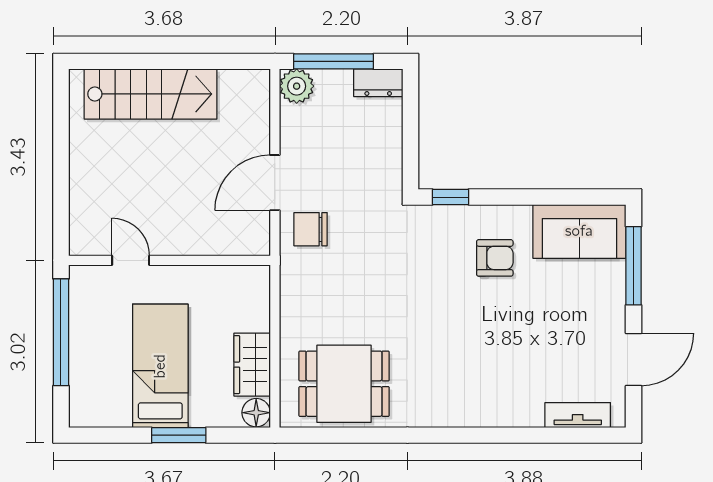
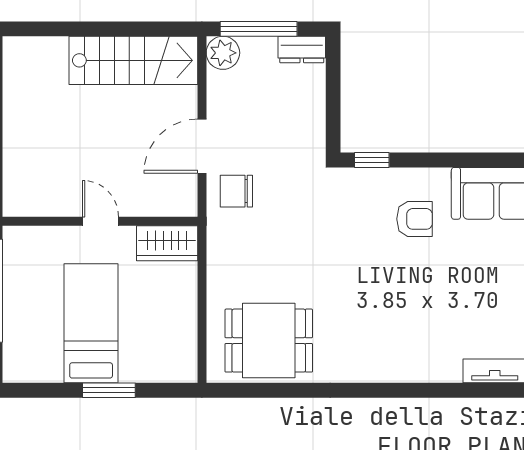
stairs: (151, 94) -> (133, 60), moved
door: (131, 260) -> (100, 221), moved
wardrobe: (252, 365) -> (167, 243), moved, turned -90
floor lamp: (256, 413) -> (184, 369), removed

